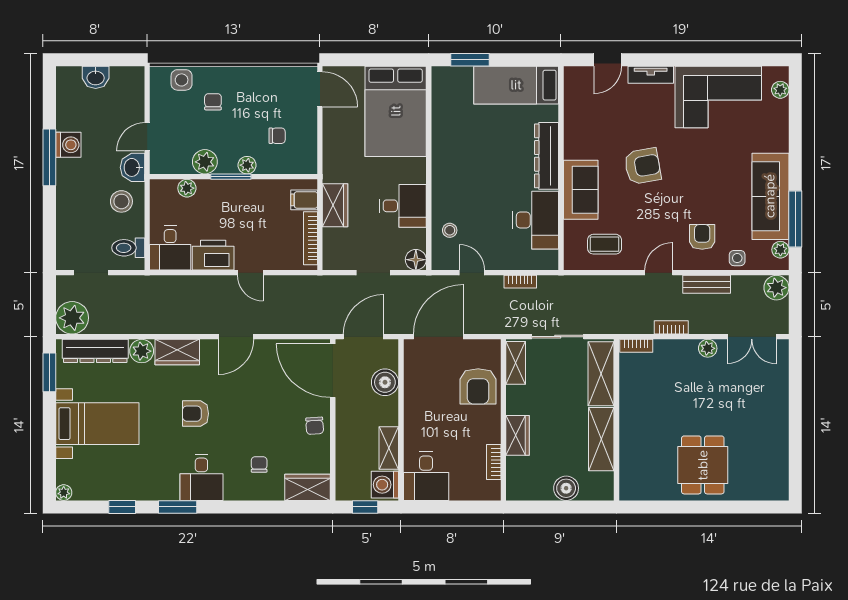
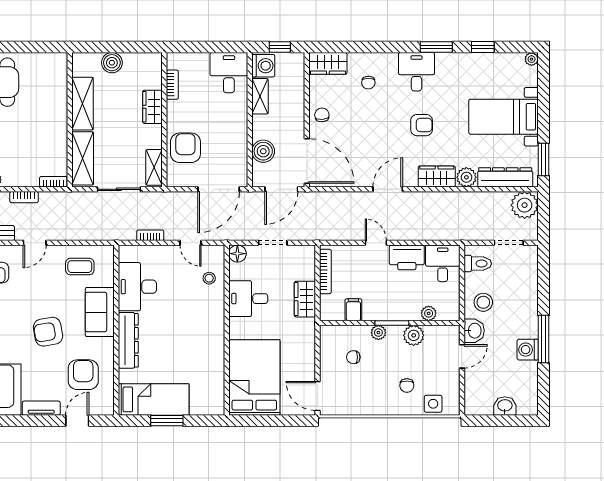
window: (470, 60) -> (167, 421), moved
armchair: (600, 115) -> (83, 375), added
filing cabinet: (304, 200) -> (353, 310), moved, turned -90

